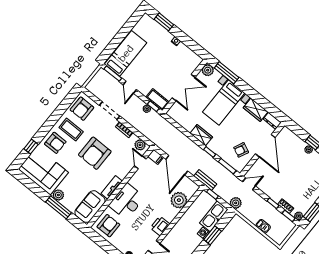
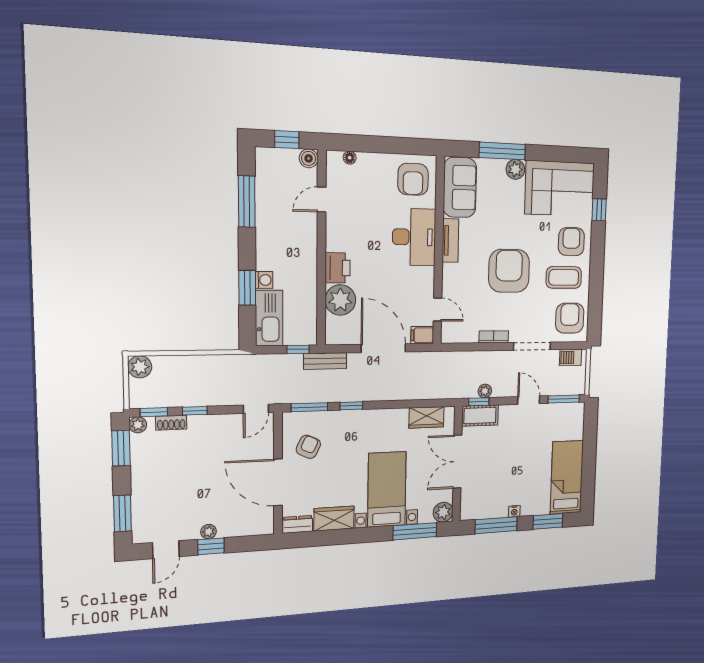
window: (189, 42) -> (496, 525), added
bed: (126, 53) -> (567, 477), moved, turned 180
wardrobe: (201, 135) -> (426, 417), moved
armchair: (55, 143) -> (571, 242), turned 90
plant: (140, 145) -> (456, 334), removed
plant: (236, 203) -> (140, 367), moved
printer: (160, 226) -> (338, 268), moved
barbecue: (263, 226) -> (571, 357), moved

